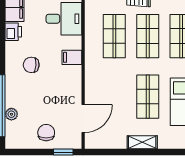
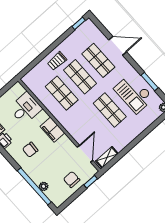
filing cabinet: (72, 57) -> (52, 130), width x2.00
shelving: (142, 142) -> (107, 157), moved

